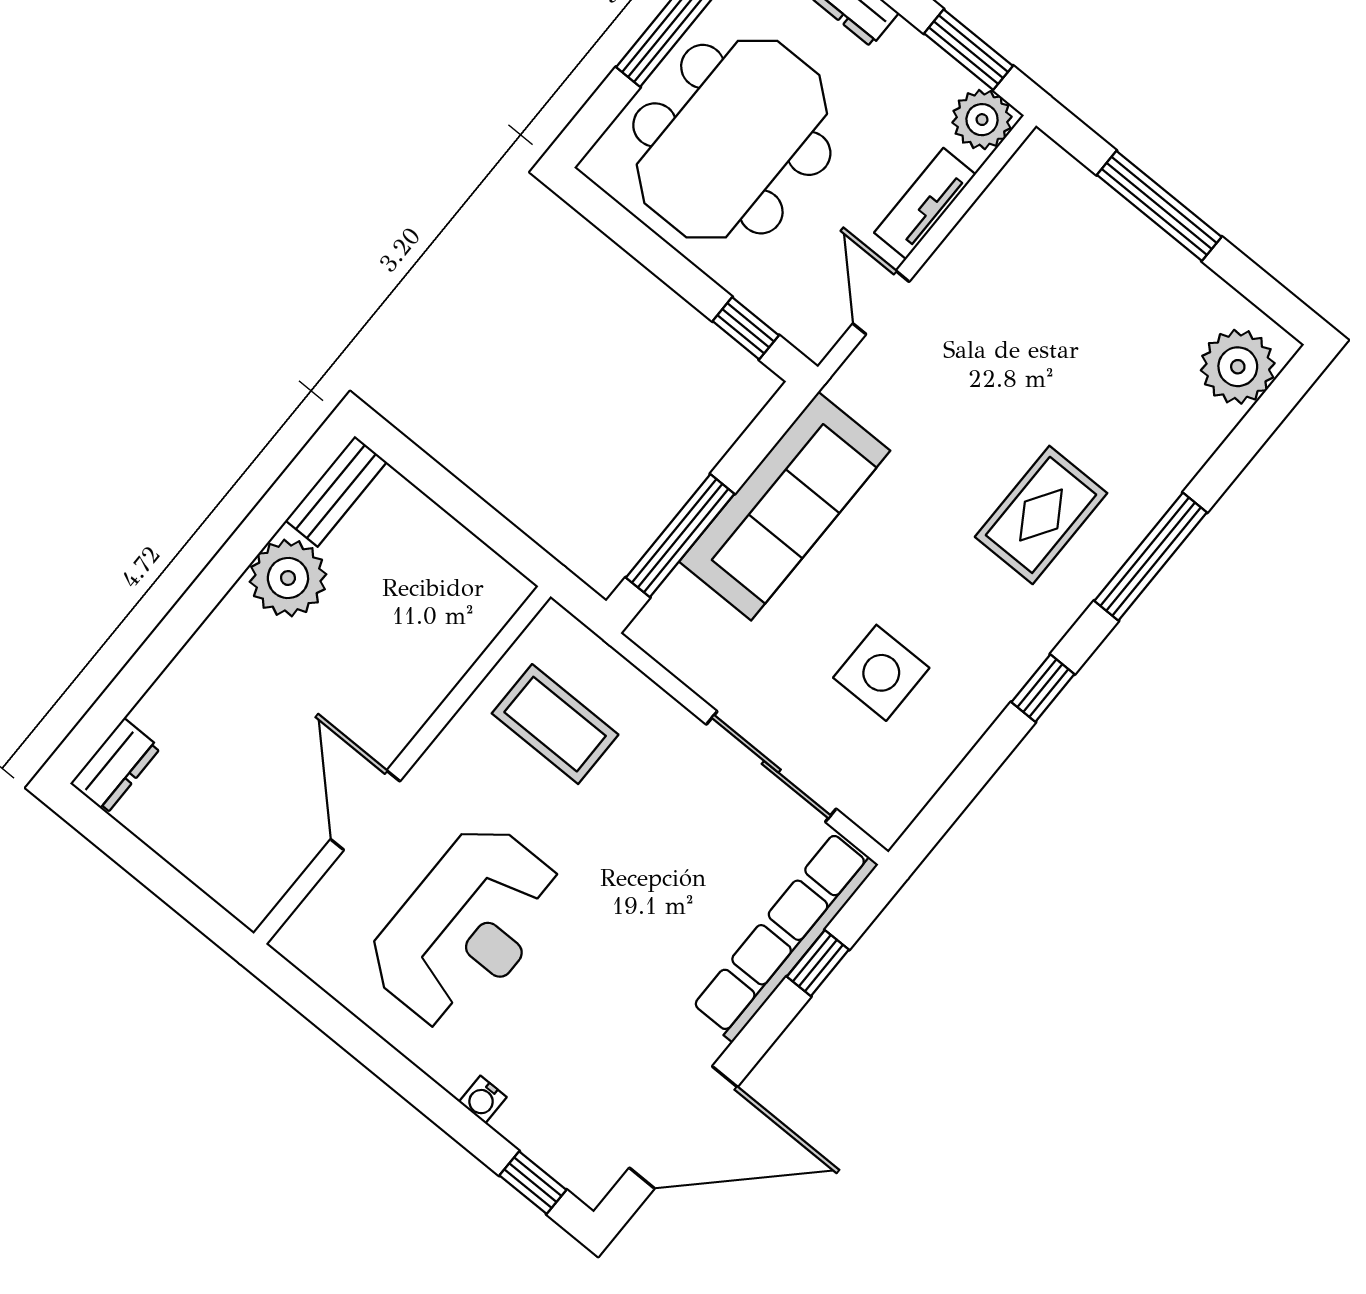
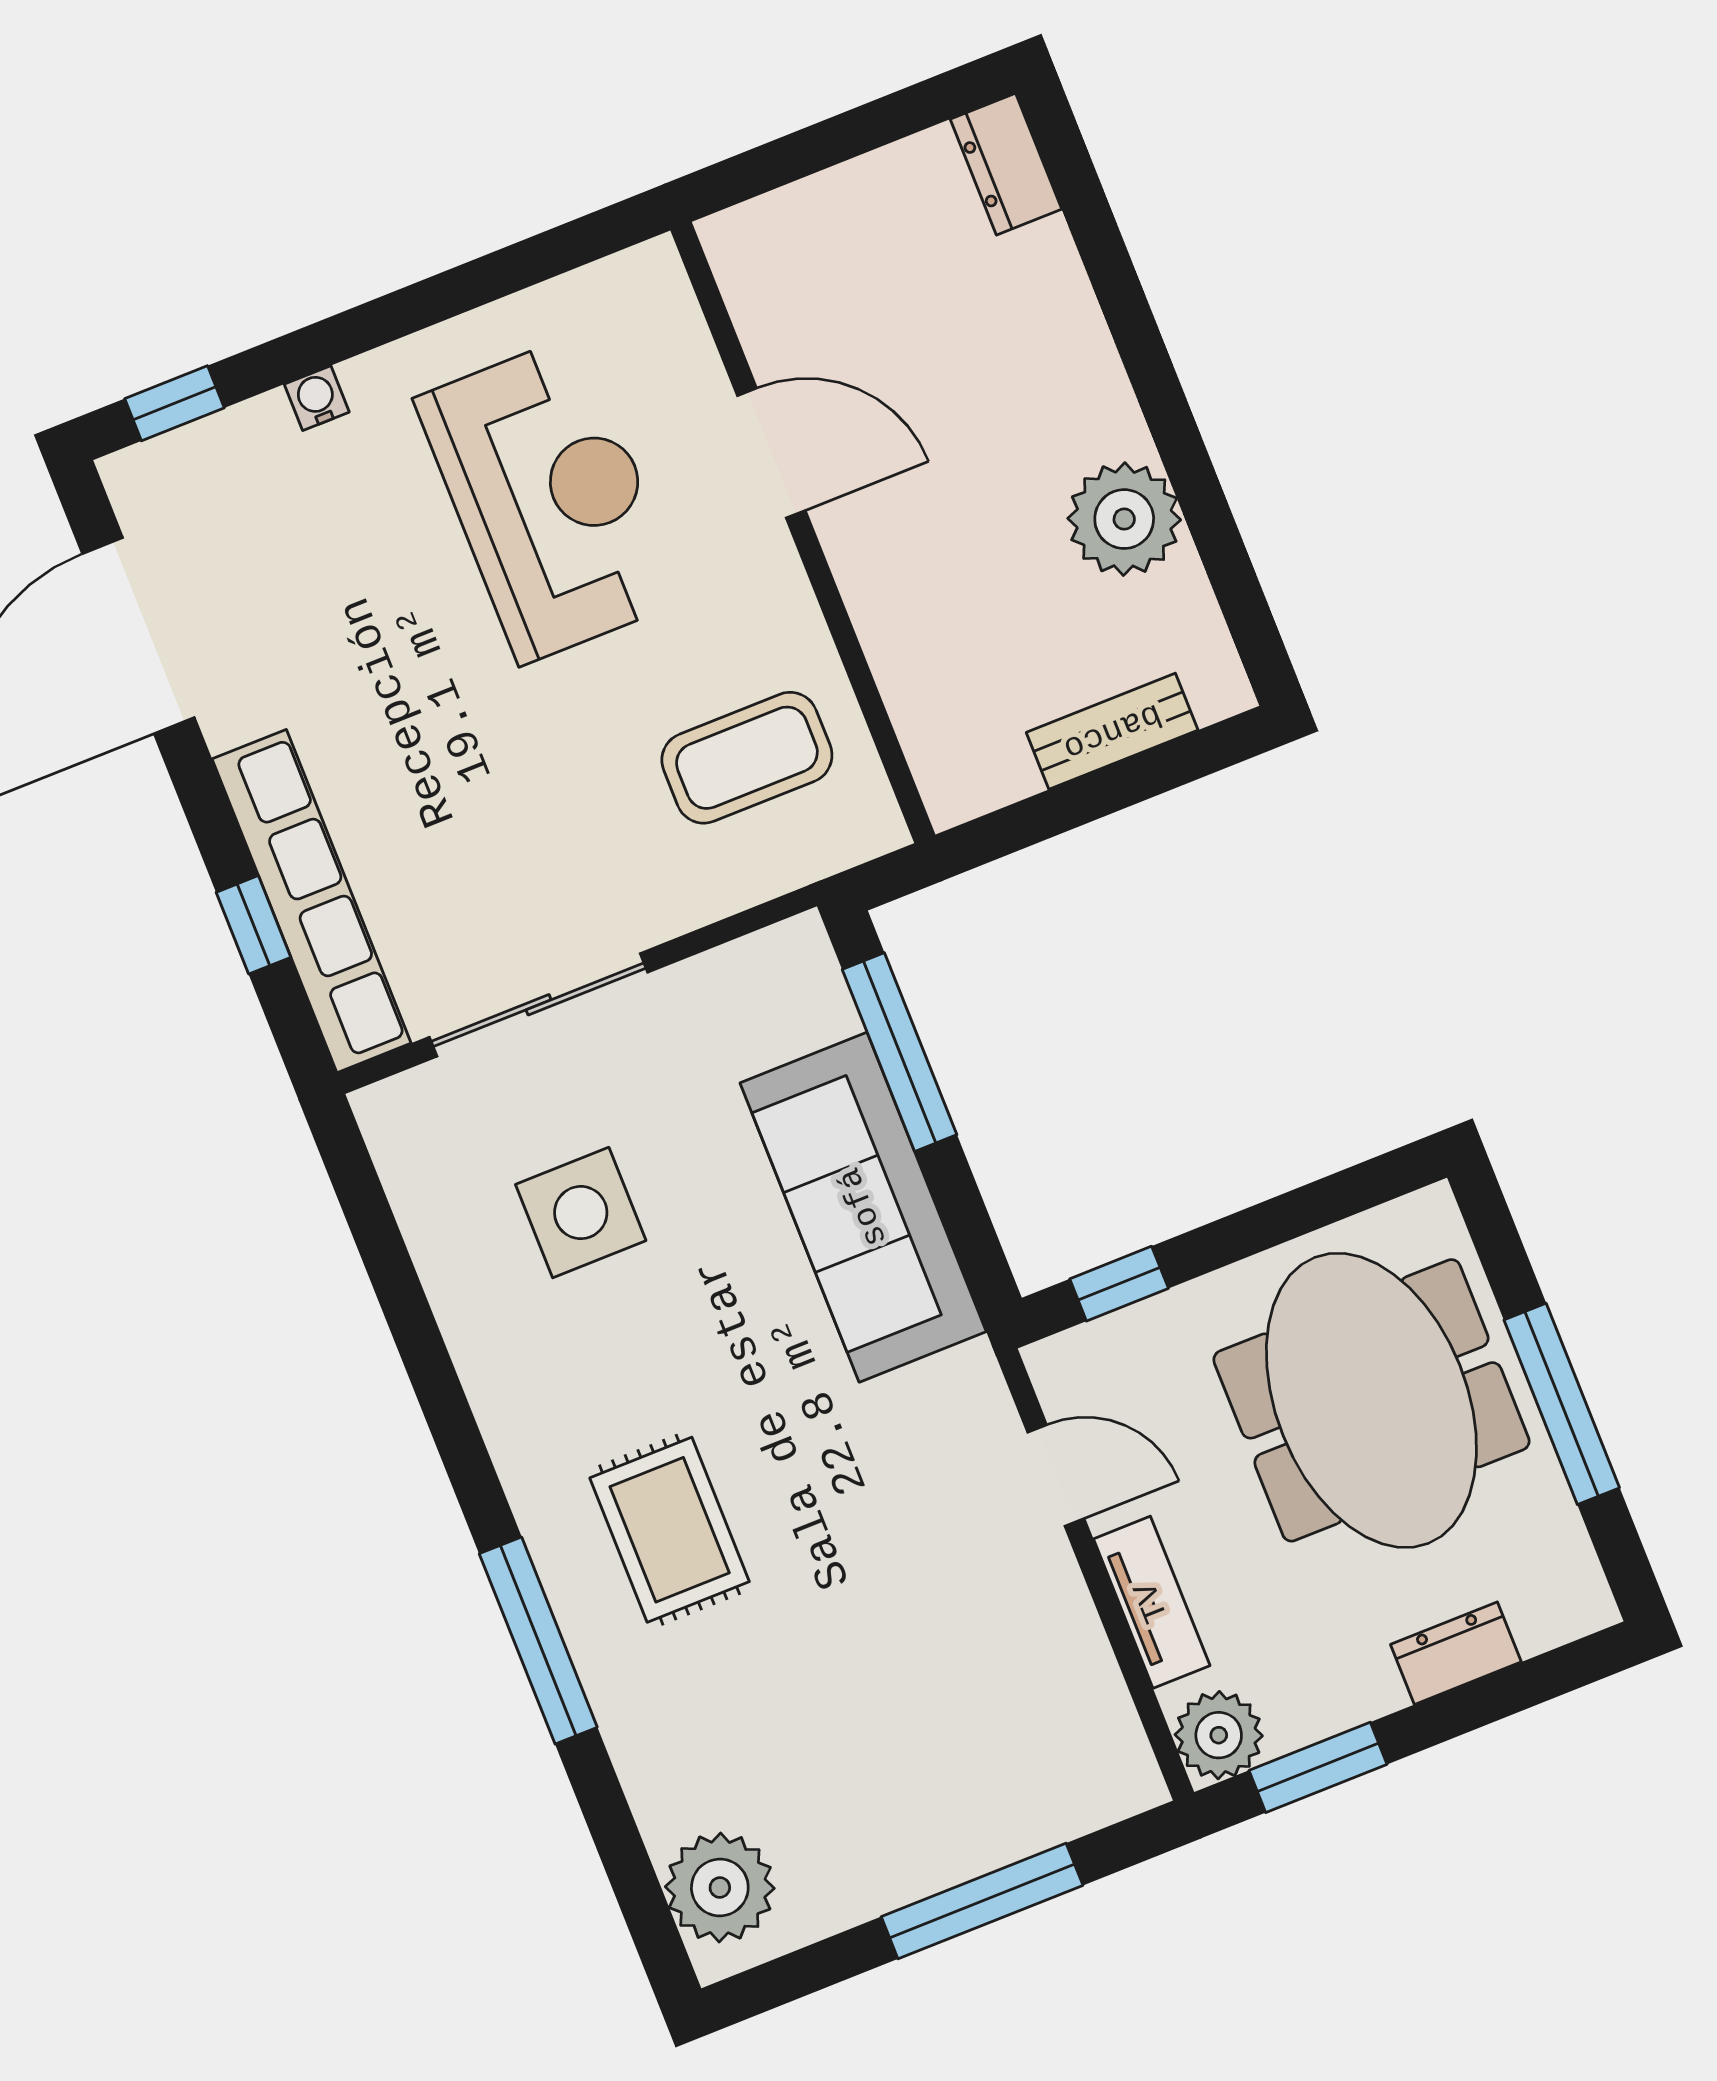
bench: (336, 491) -> (1112, 731), moved, turned 90
window: (1043, 688) -> (446, 1409), removed
reception desk: (466, 927) -> (550, 499), turned 180

